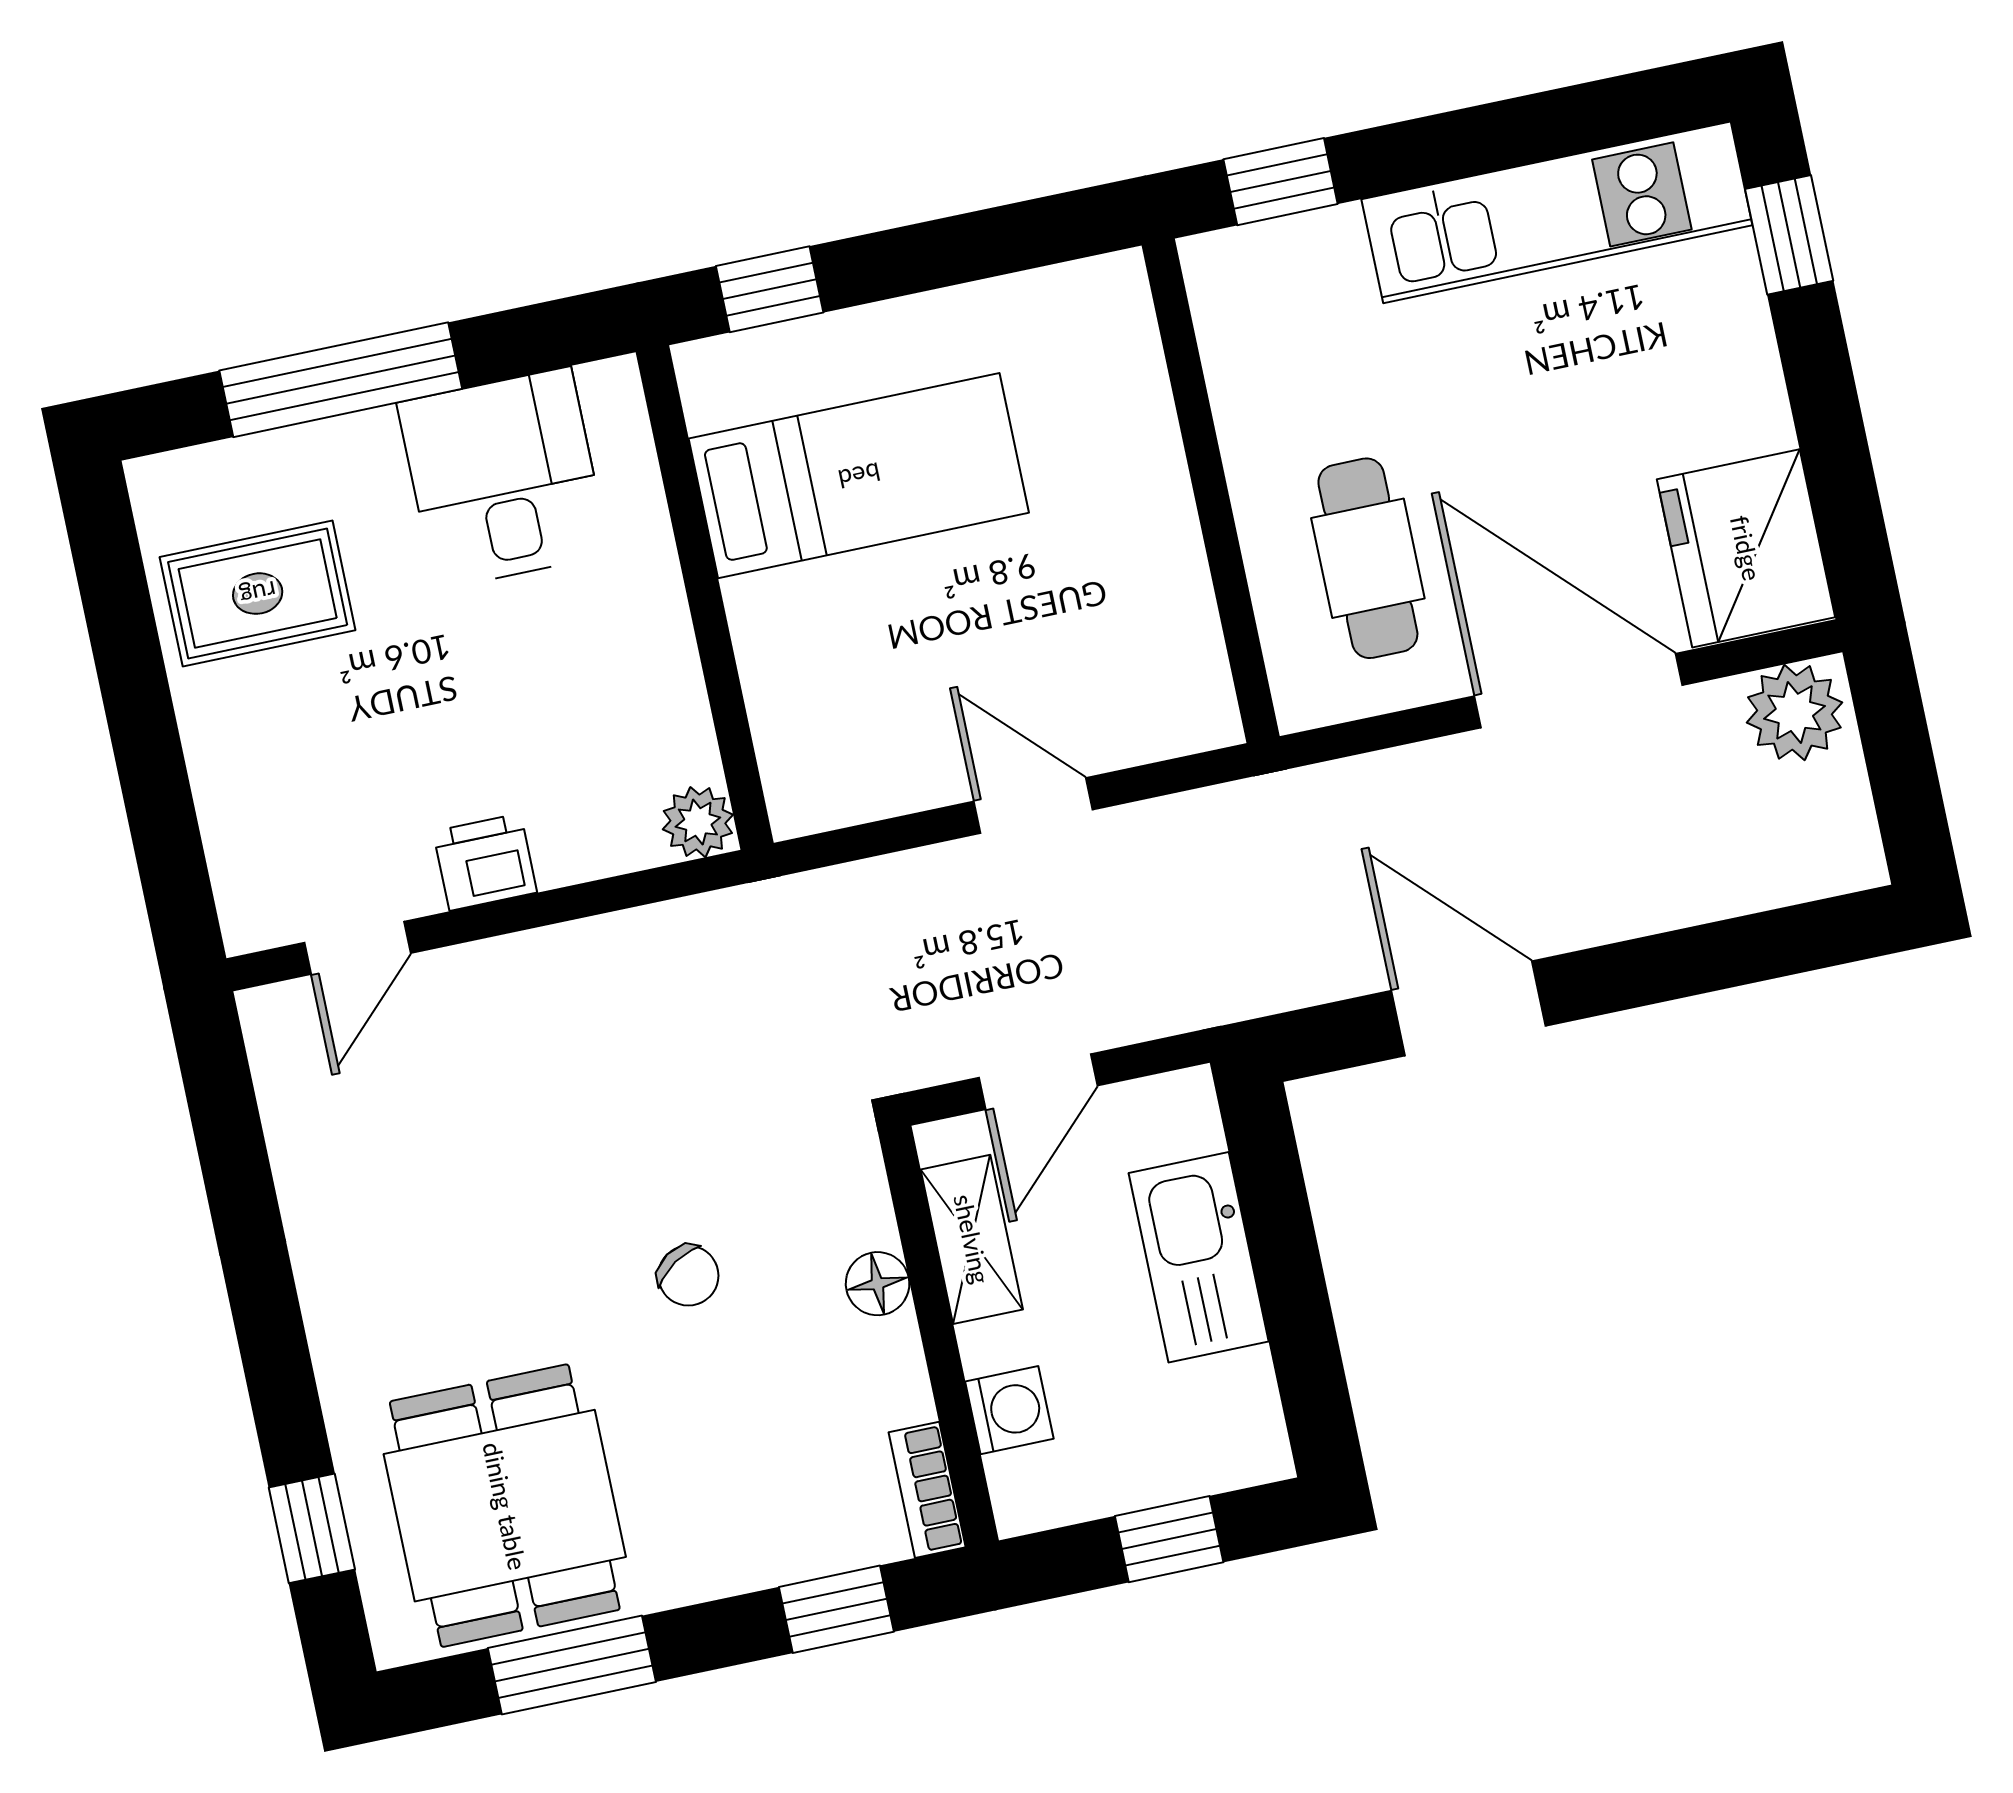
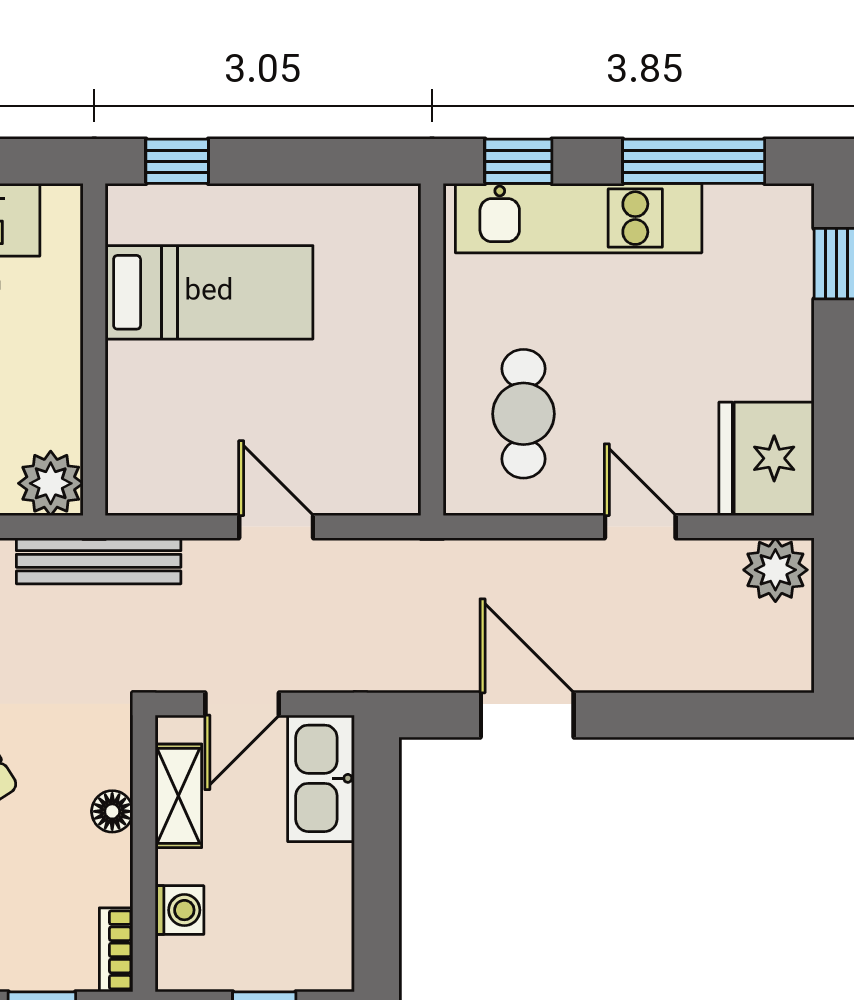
window: (1543, 126) -> (694, 161), added
kitchen unit: (1557, 212) -> (579, 218), moved
door: (1578, 691) -> (640, 527), width x0.53
plant: (698, 822) -> (51, 483), width x1.38, depth x1.38
bench: (778, 913) -> (99, 561), added
kitchen sink: (1199, 1257) -> (321, 778), moved

